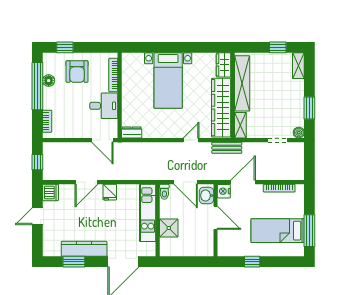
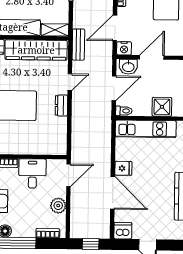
plant: (74, 131) -> (58, 206), added
dresser: (132, 132) -> (61, 106), moved
door: (191, 140) -> (70, 82), swing flipped
door: (86, 182) -> (113, 193), width x1.36
door: (243, 182) -> (115, 28), hinge flipped

